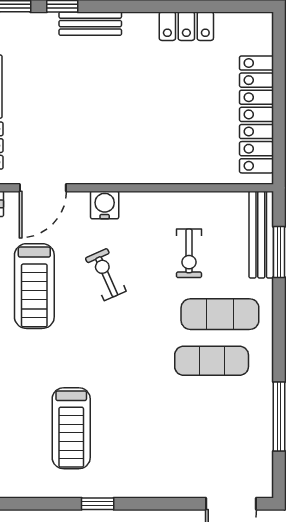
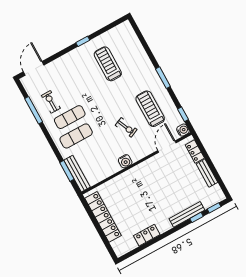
bench: (90, 24) -> (187, 214), width x1.36
water cooler: (105, 205) -> (125, 161), moved
exercise bike: (189, 253) -> (51, 102), moved

